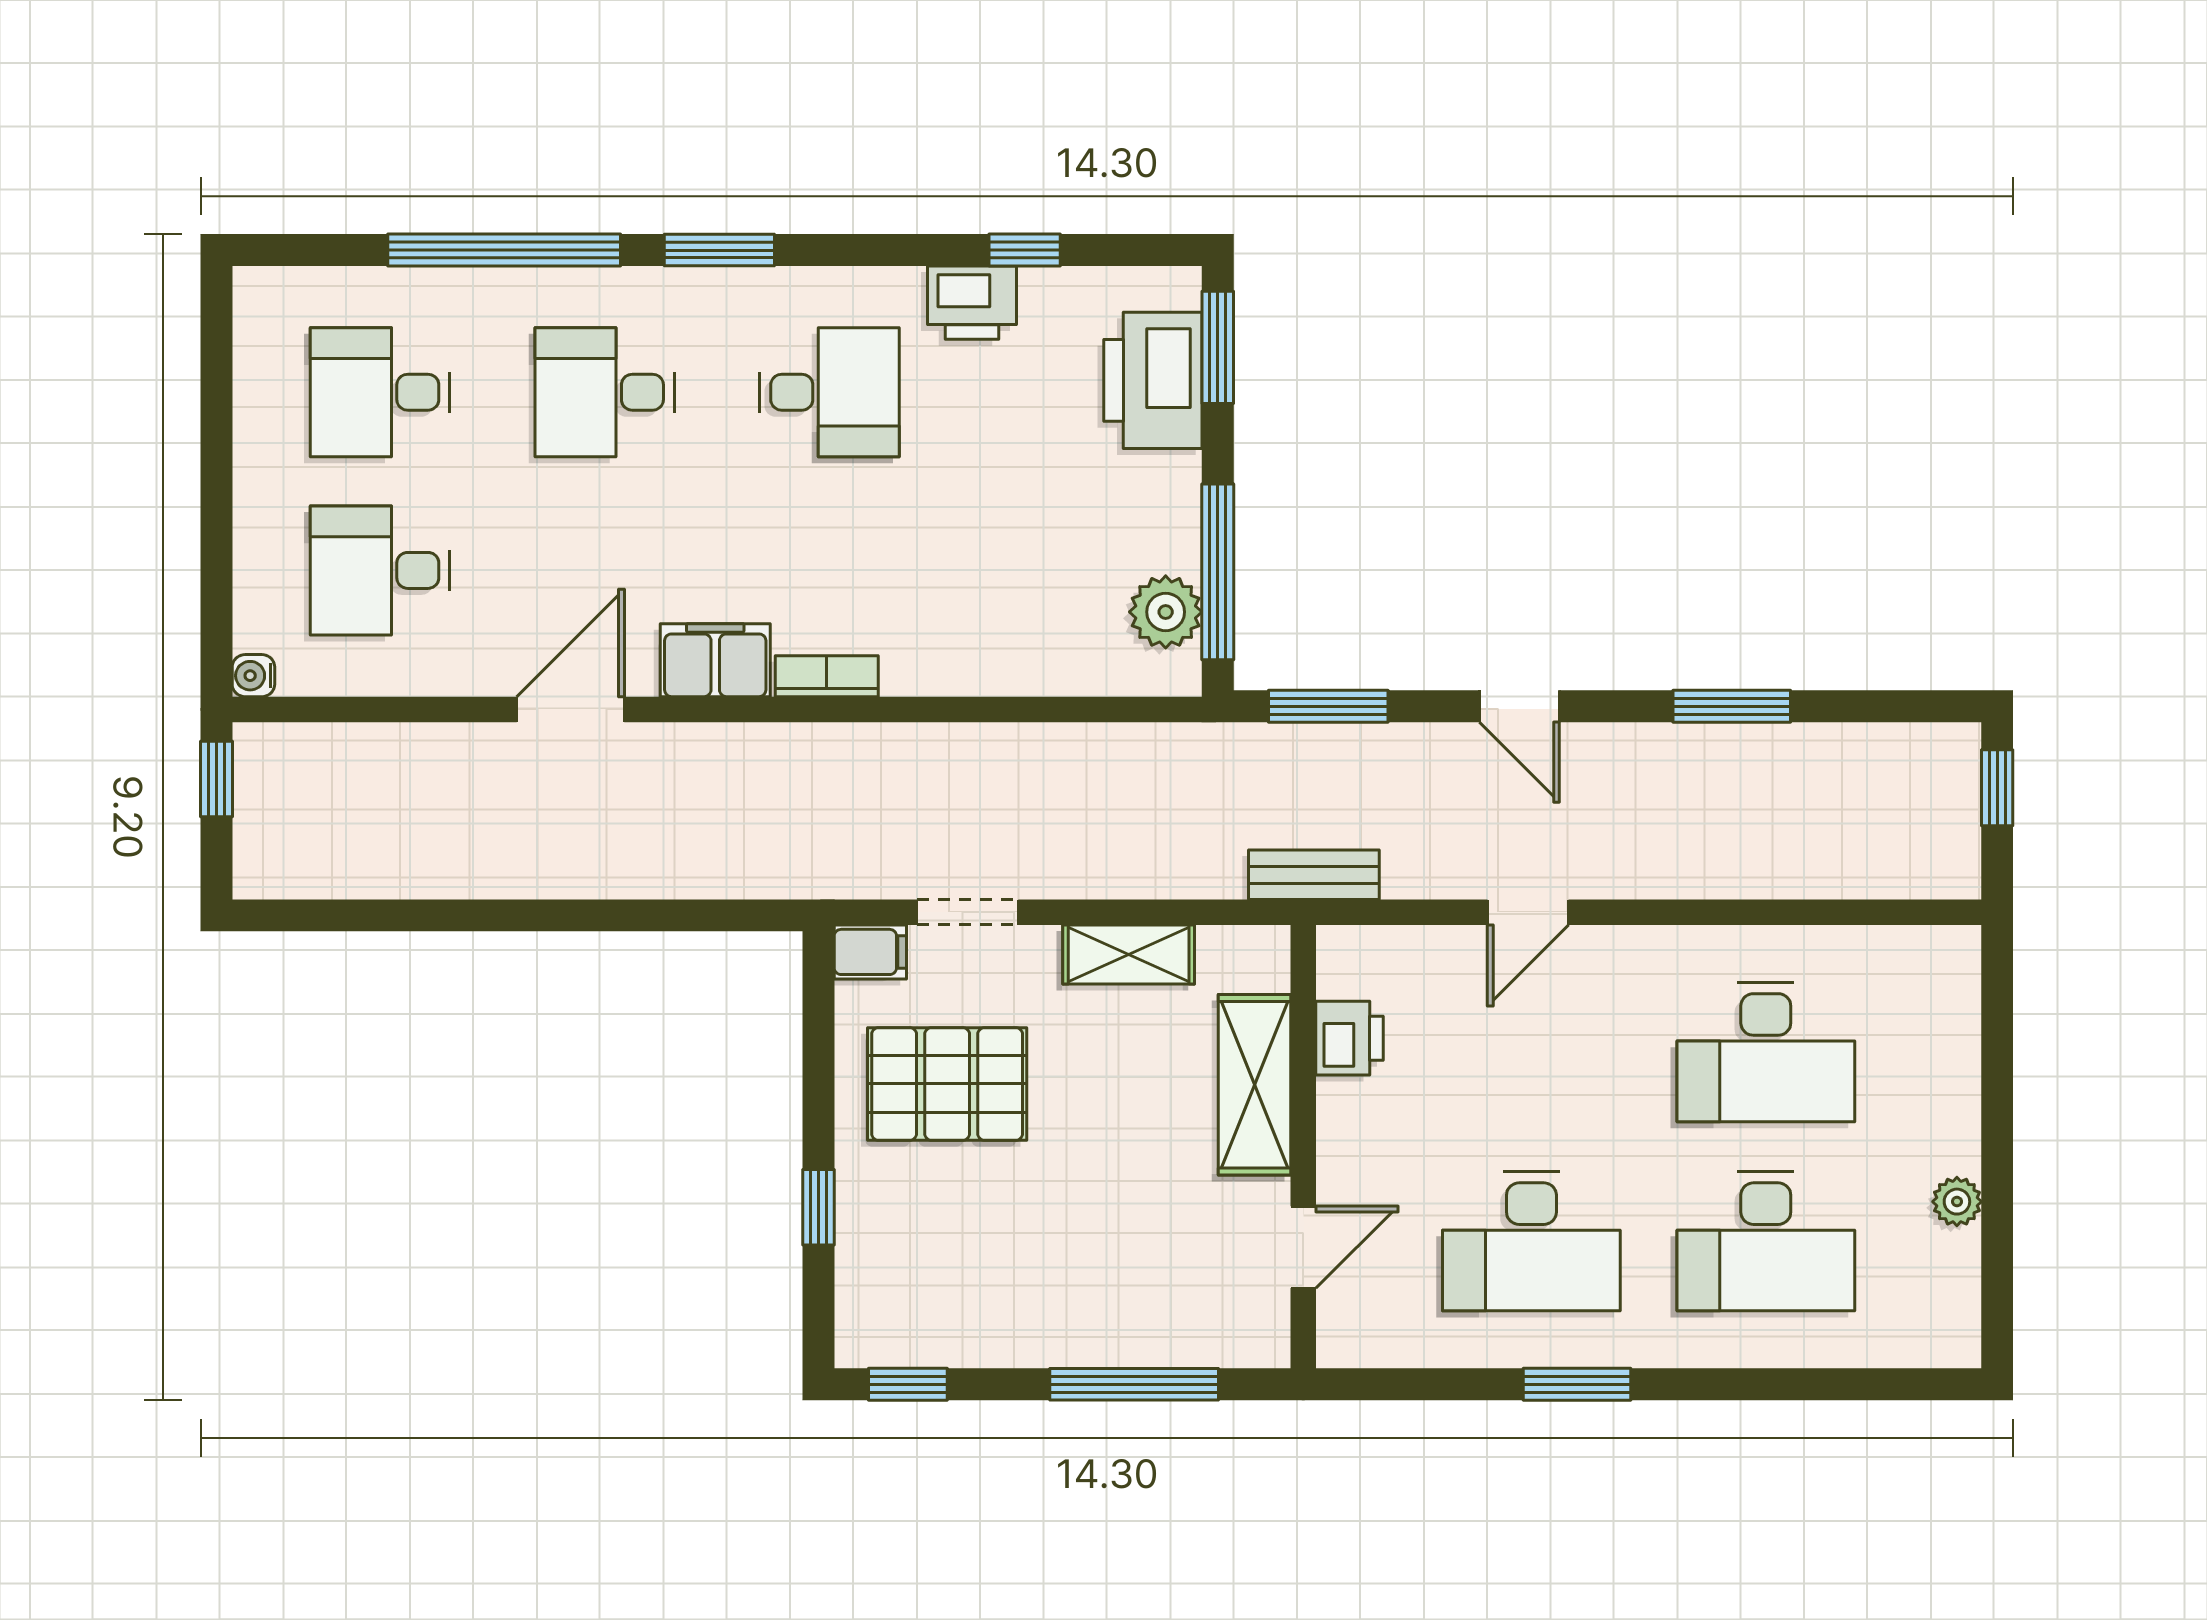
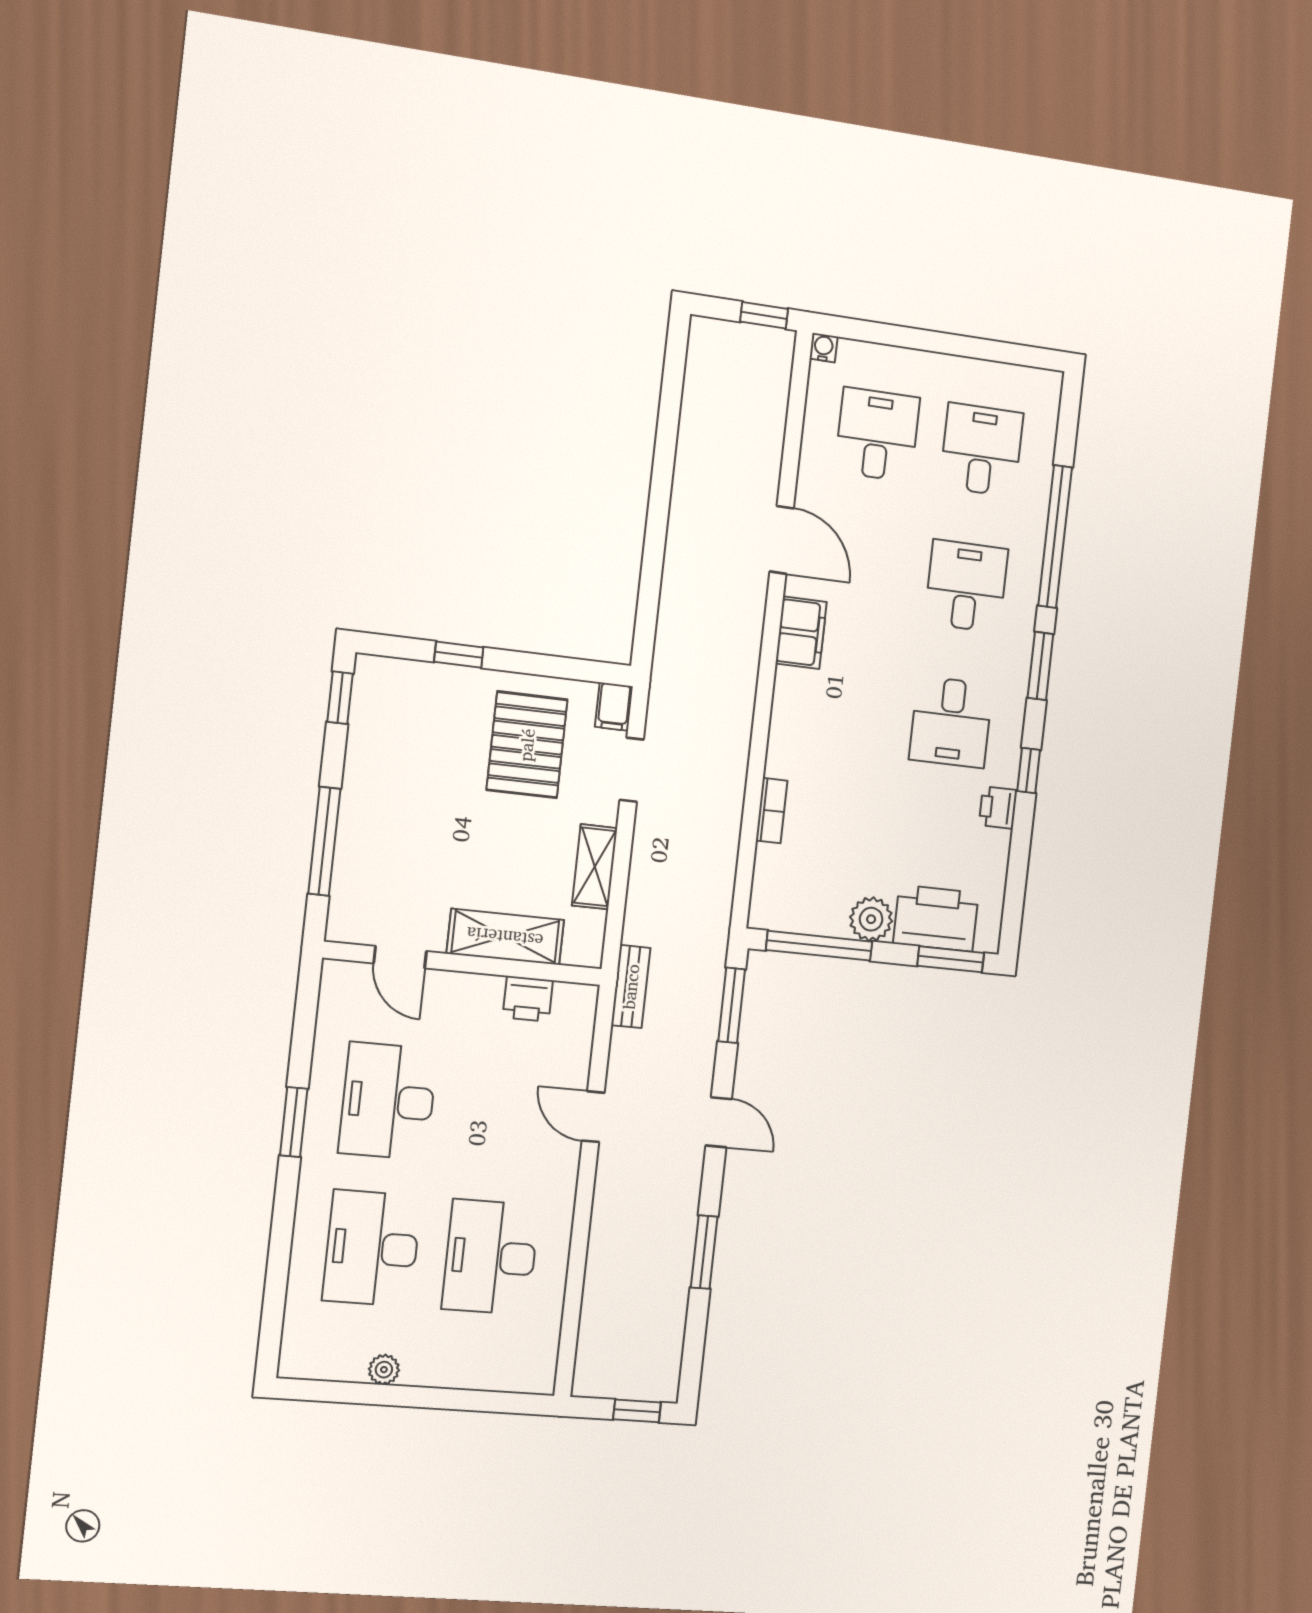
window: (1025, 250) -> (1029, 770), moved
printer: (972, 303) -> (998, 808), width x0.73, depth x0.81
plant: (1166, 612) -> (871, 919), moved
bookcase: (827, 676) -> (772, 811), moved
door: (1519, 706) -> (719, 1122), swing flipped

